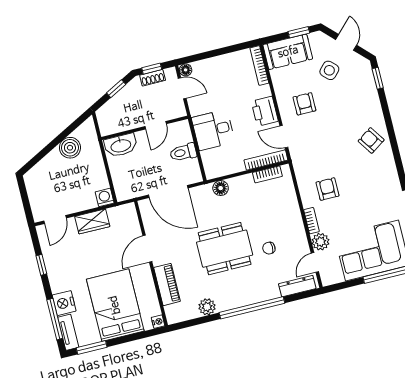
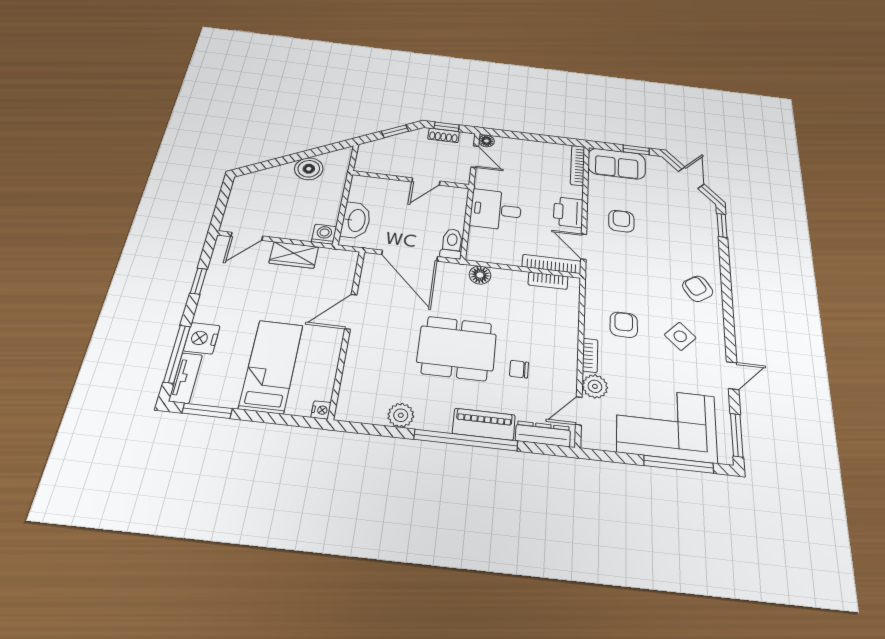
side table: (329, 70) -> (680, 336), moved
washbasin: (121, 145) -> (356, 220), moved, turned -90
toilet: (183, 152) -> (452, 244), moved, turned 90
piano: (167, 284) -> (484, 424), moved, turned -90
bed: (115, 305) -> (271, 366), width x0.67

